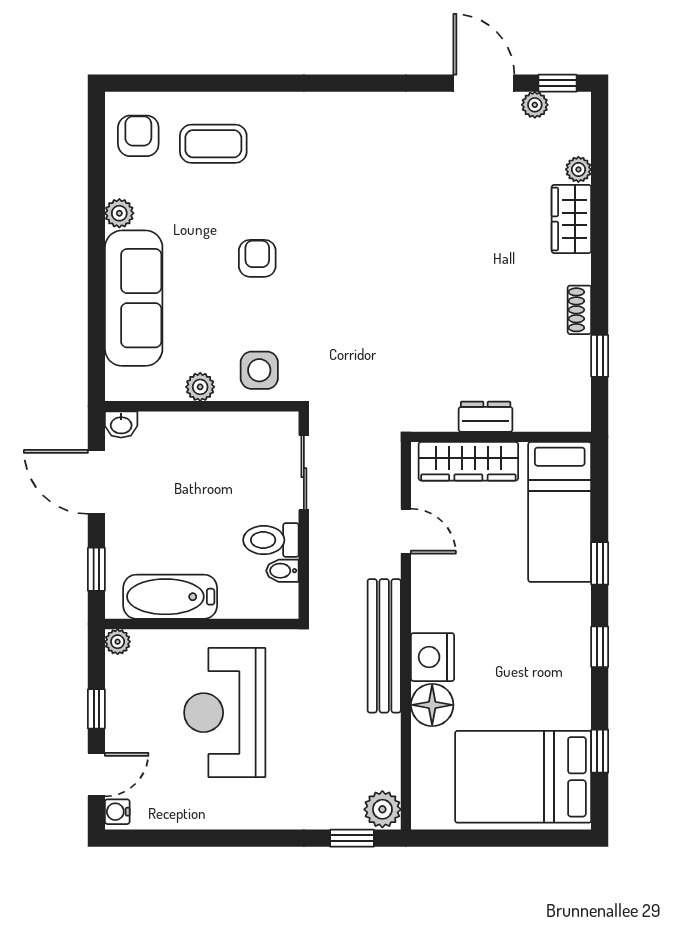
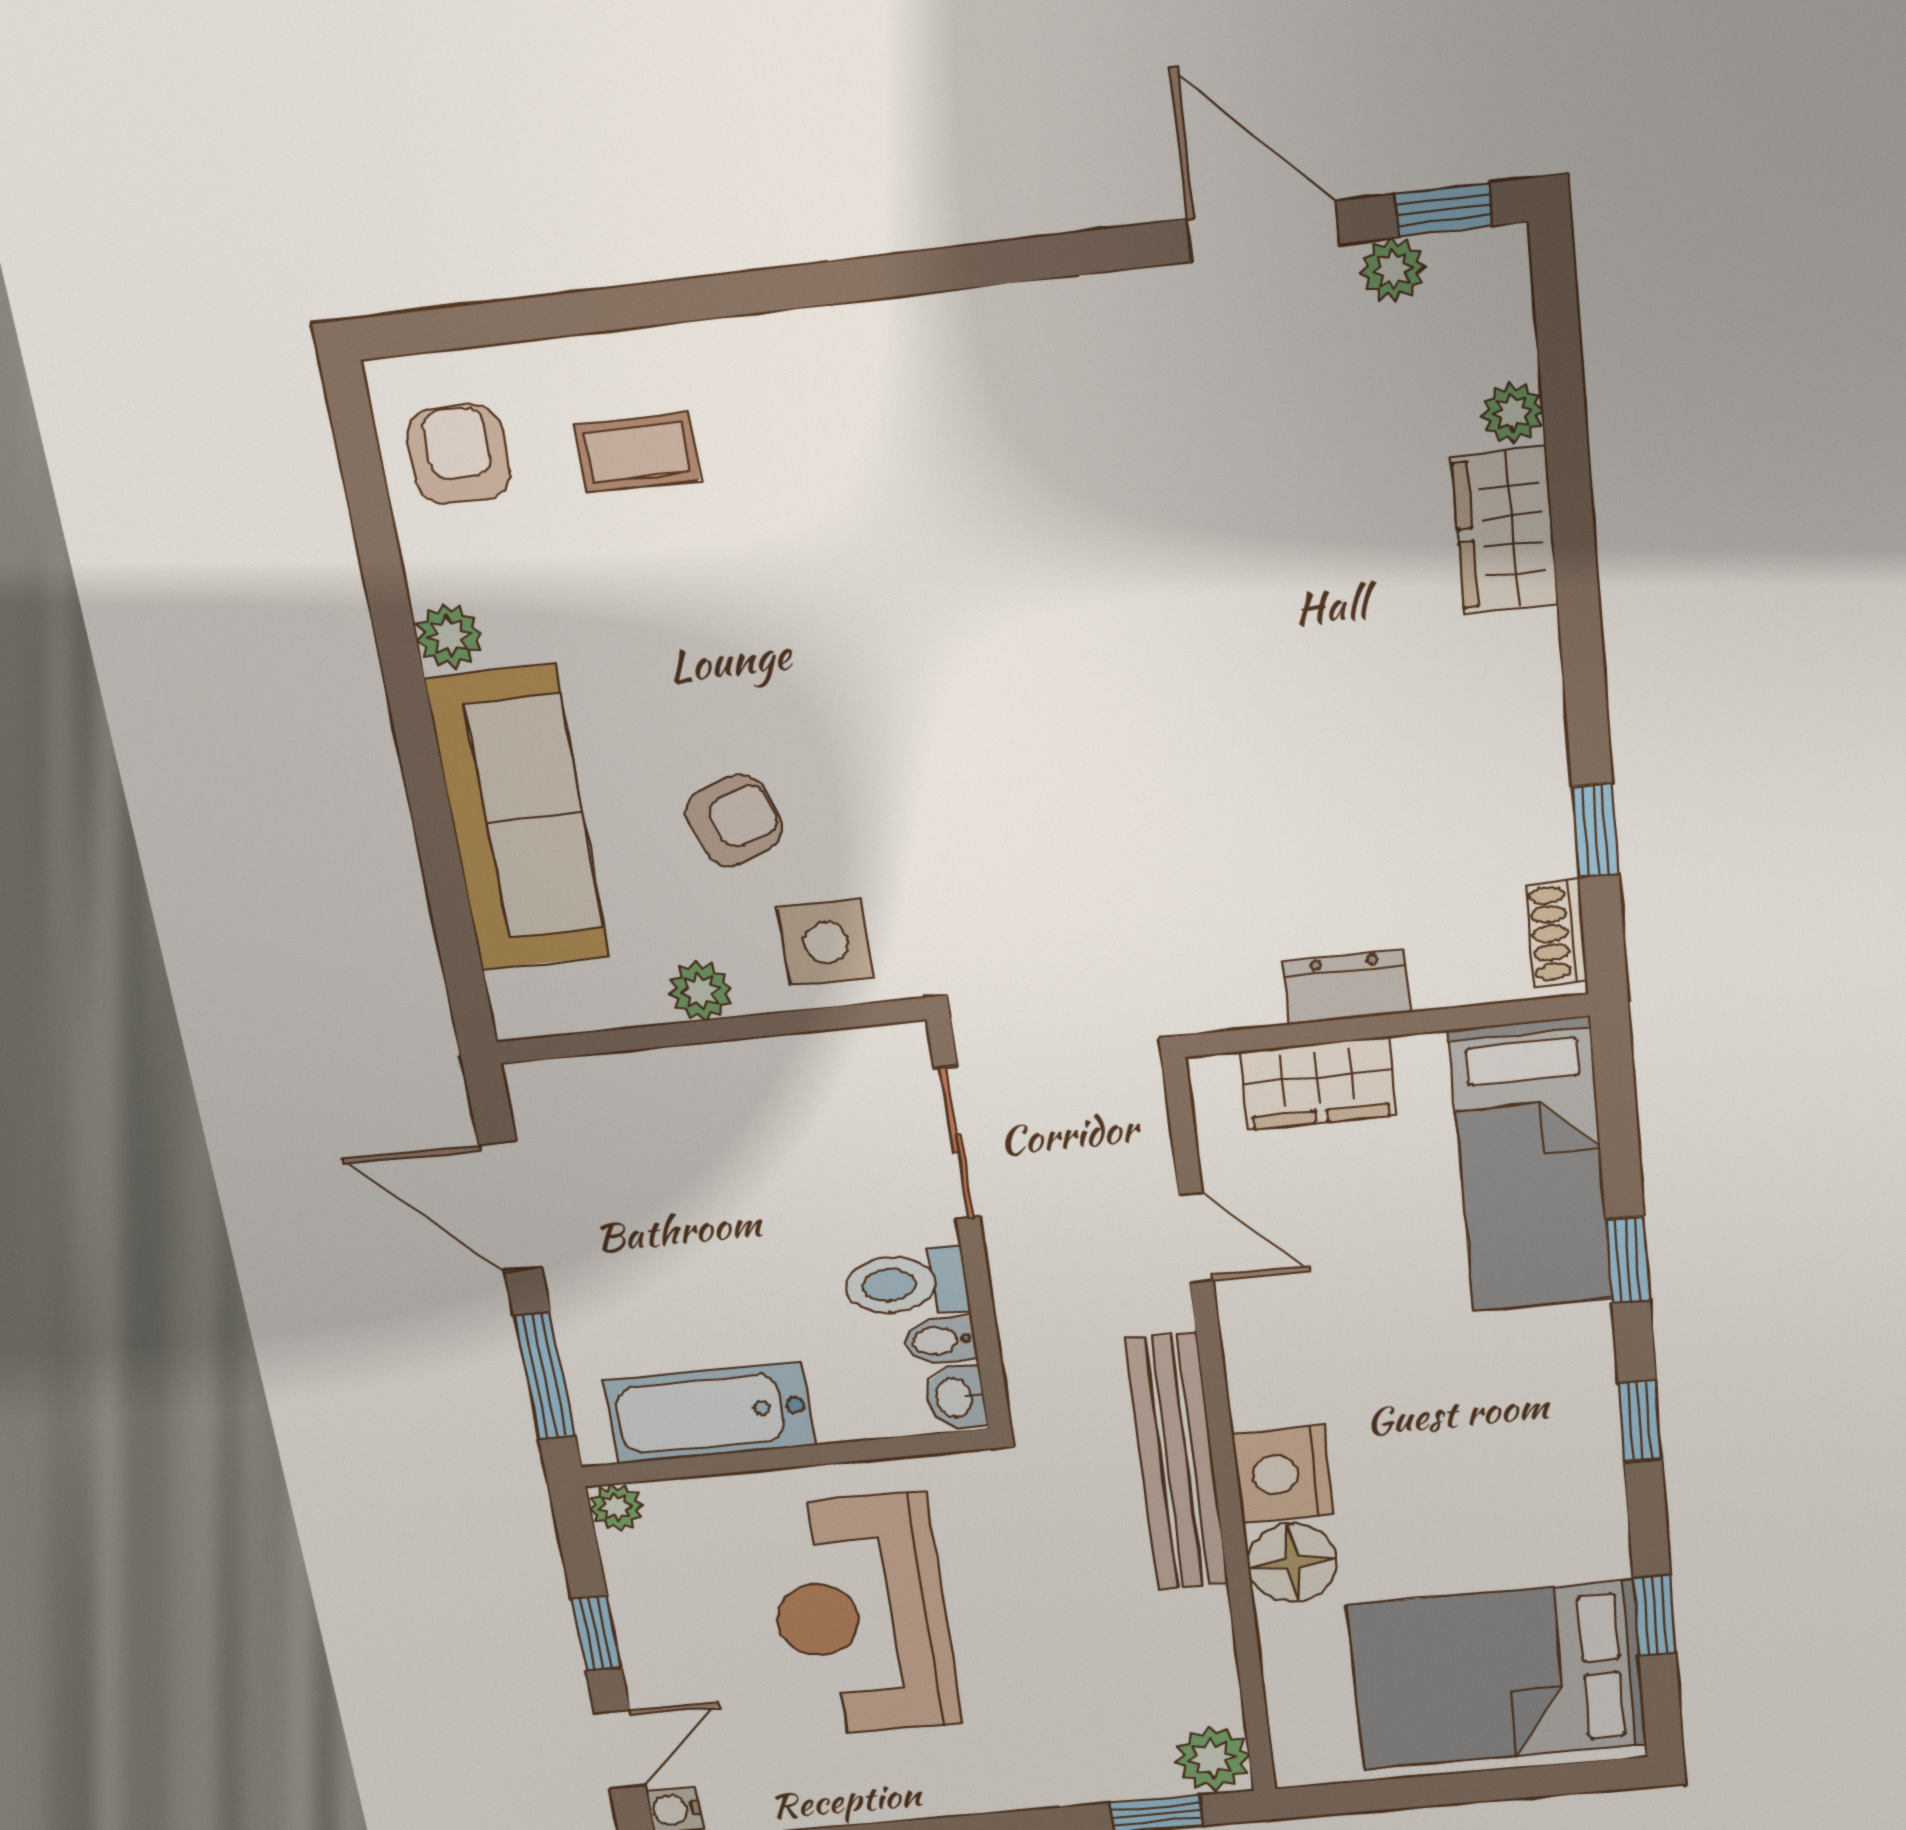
coffee table: (213, 144) -> (637, 452), width x0.73, depth x0.77
armchair: (257, 258) -> (734, 820), moved, turned 70
shoe rack: (579, 310) -> (1556, 933), moved
washbasin: (121, 425) -> (956, 1397), moved, turned 90
wardrobe: (468, 461) -> (1318, 1083), width x0.67
window: (96, 569) -> (545, 1376), width x1.50

